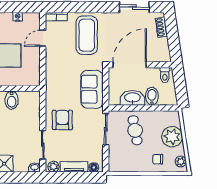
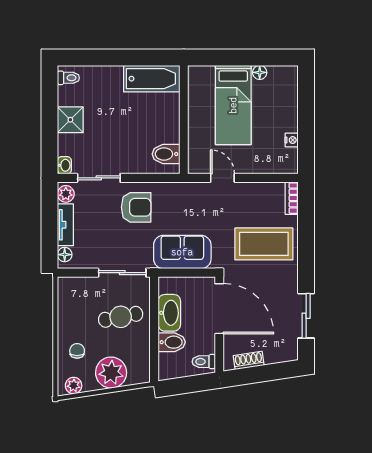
shoe rack: (161, 27) -> (249, 360), moved
door: (43, 38) -> (222, 178), moved
bidet: (12, 100) -> (166, 154), moved

